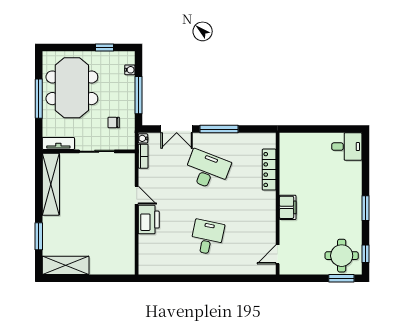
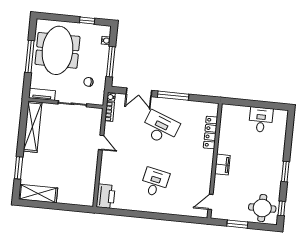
desk: (347, 147) -> (261, 120), moved, turned -90
printer: (149, 220) -> (106, 196), moved
window: (341, 278) -> (237, 224), moved

